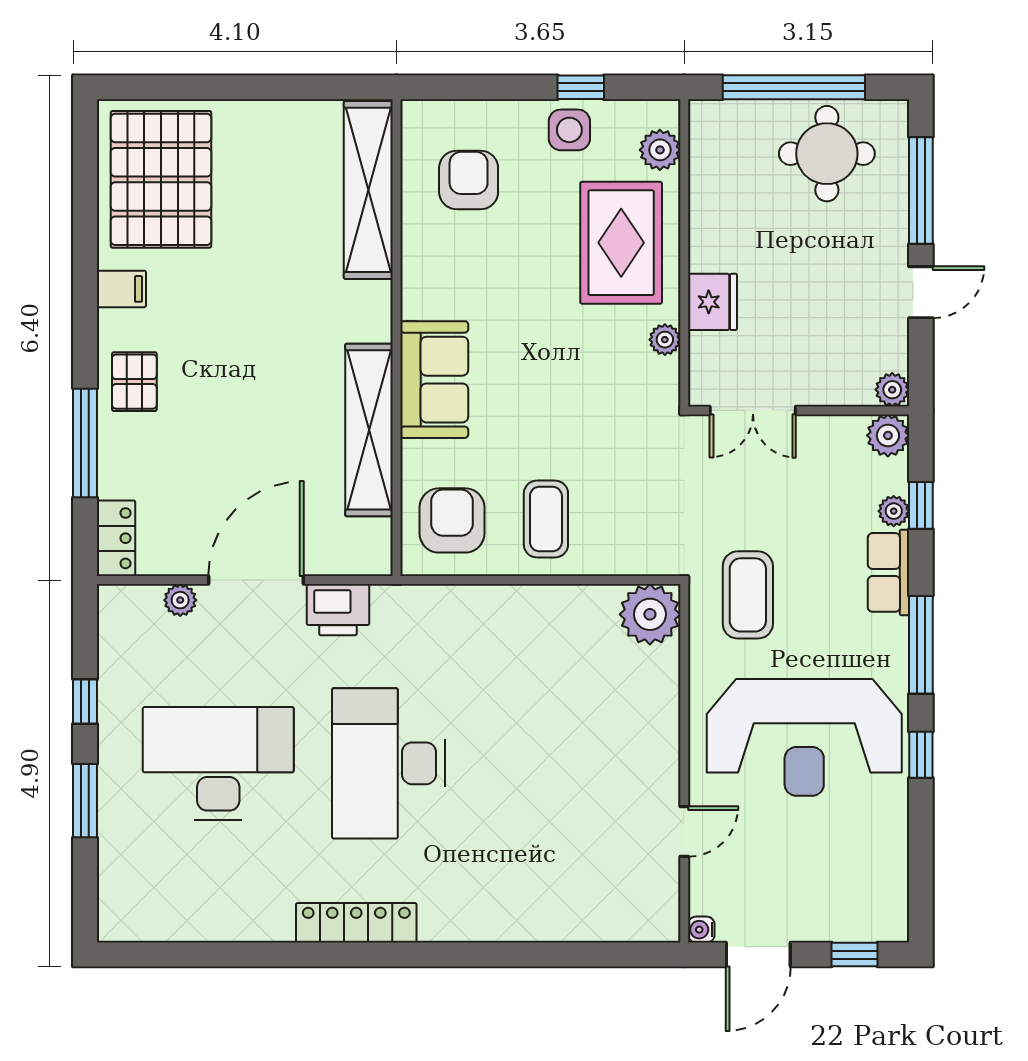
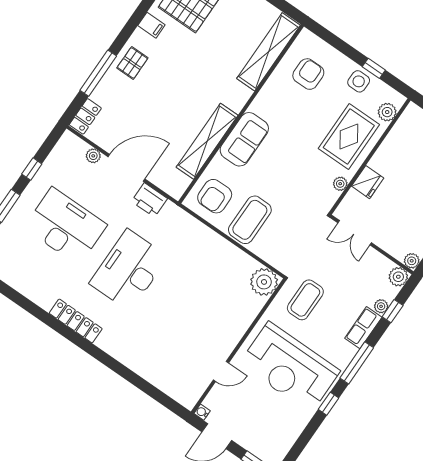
coffee table: (546, 519) -> (250, 220), width x1.36, depth x1.32
armchair: (452, 520) -> (215, 196), turned 180

